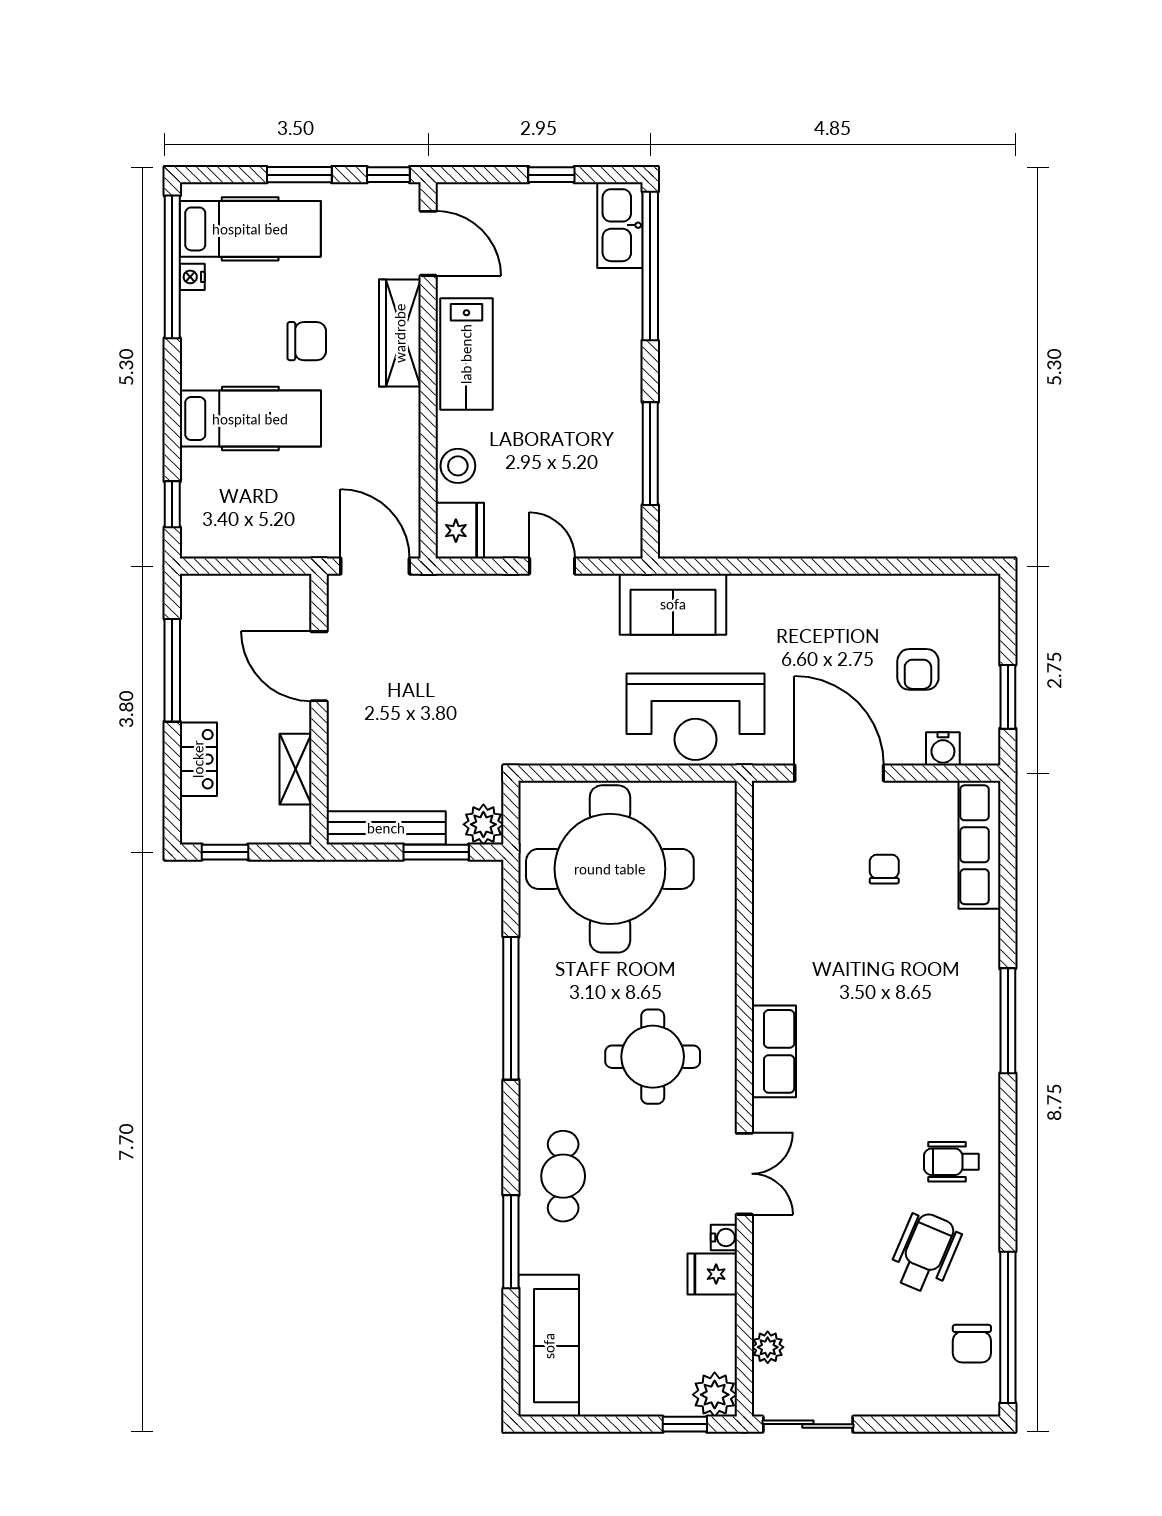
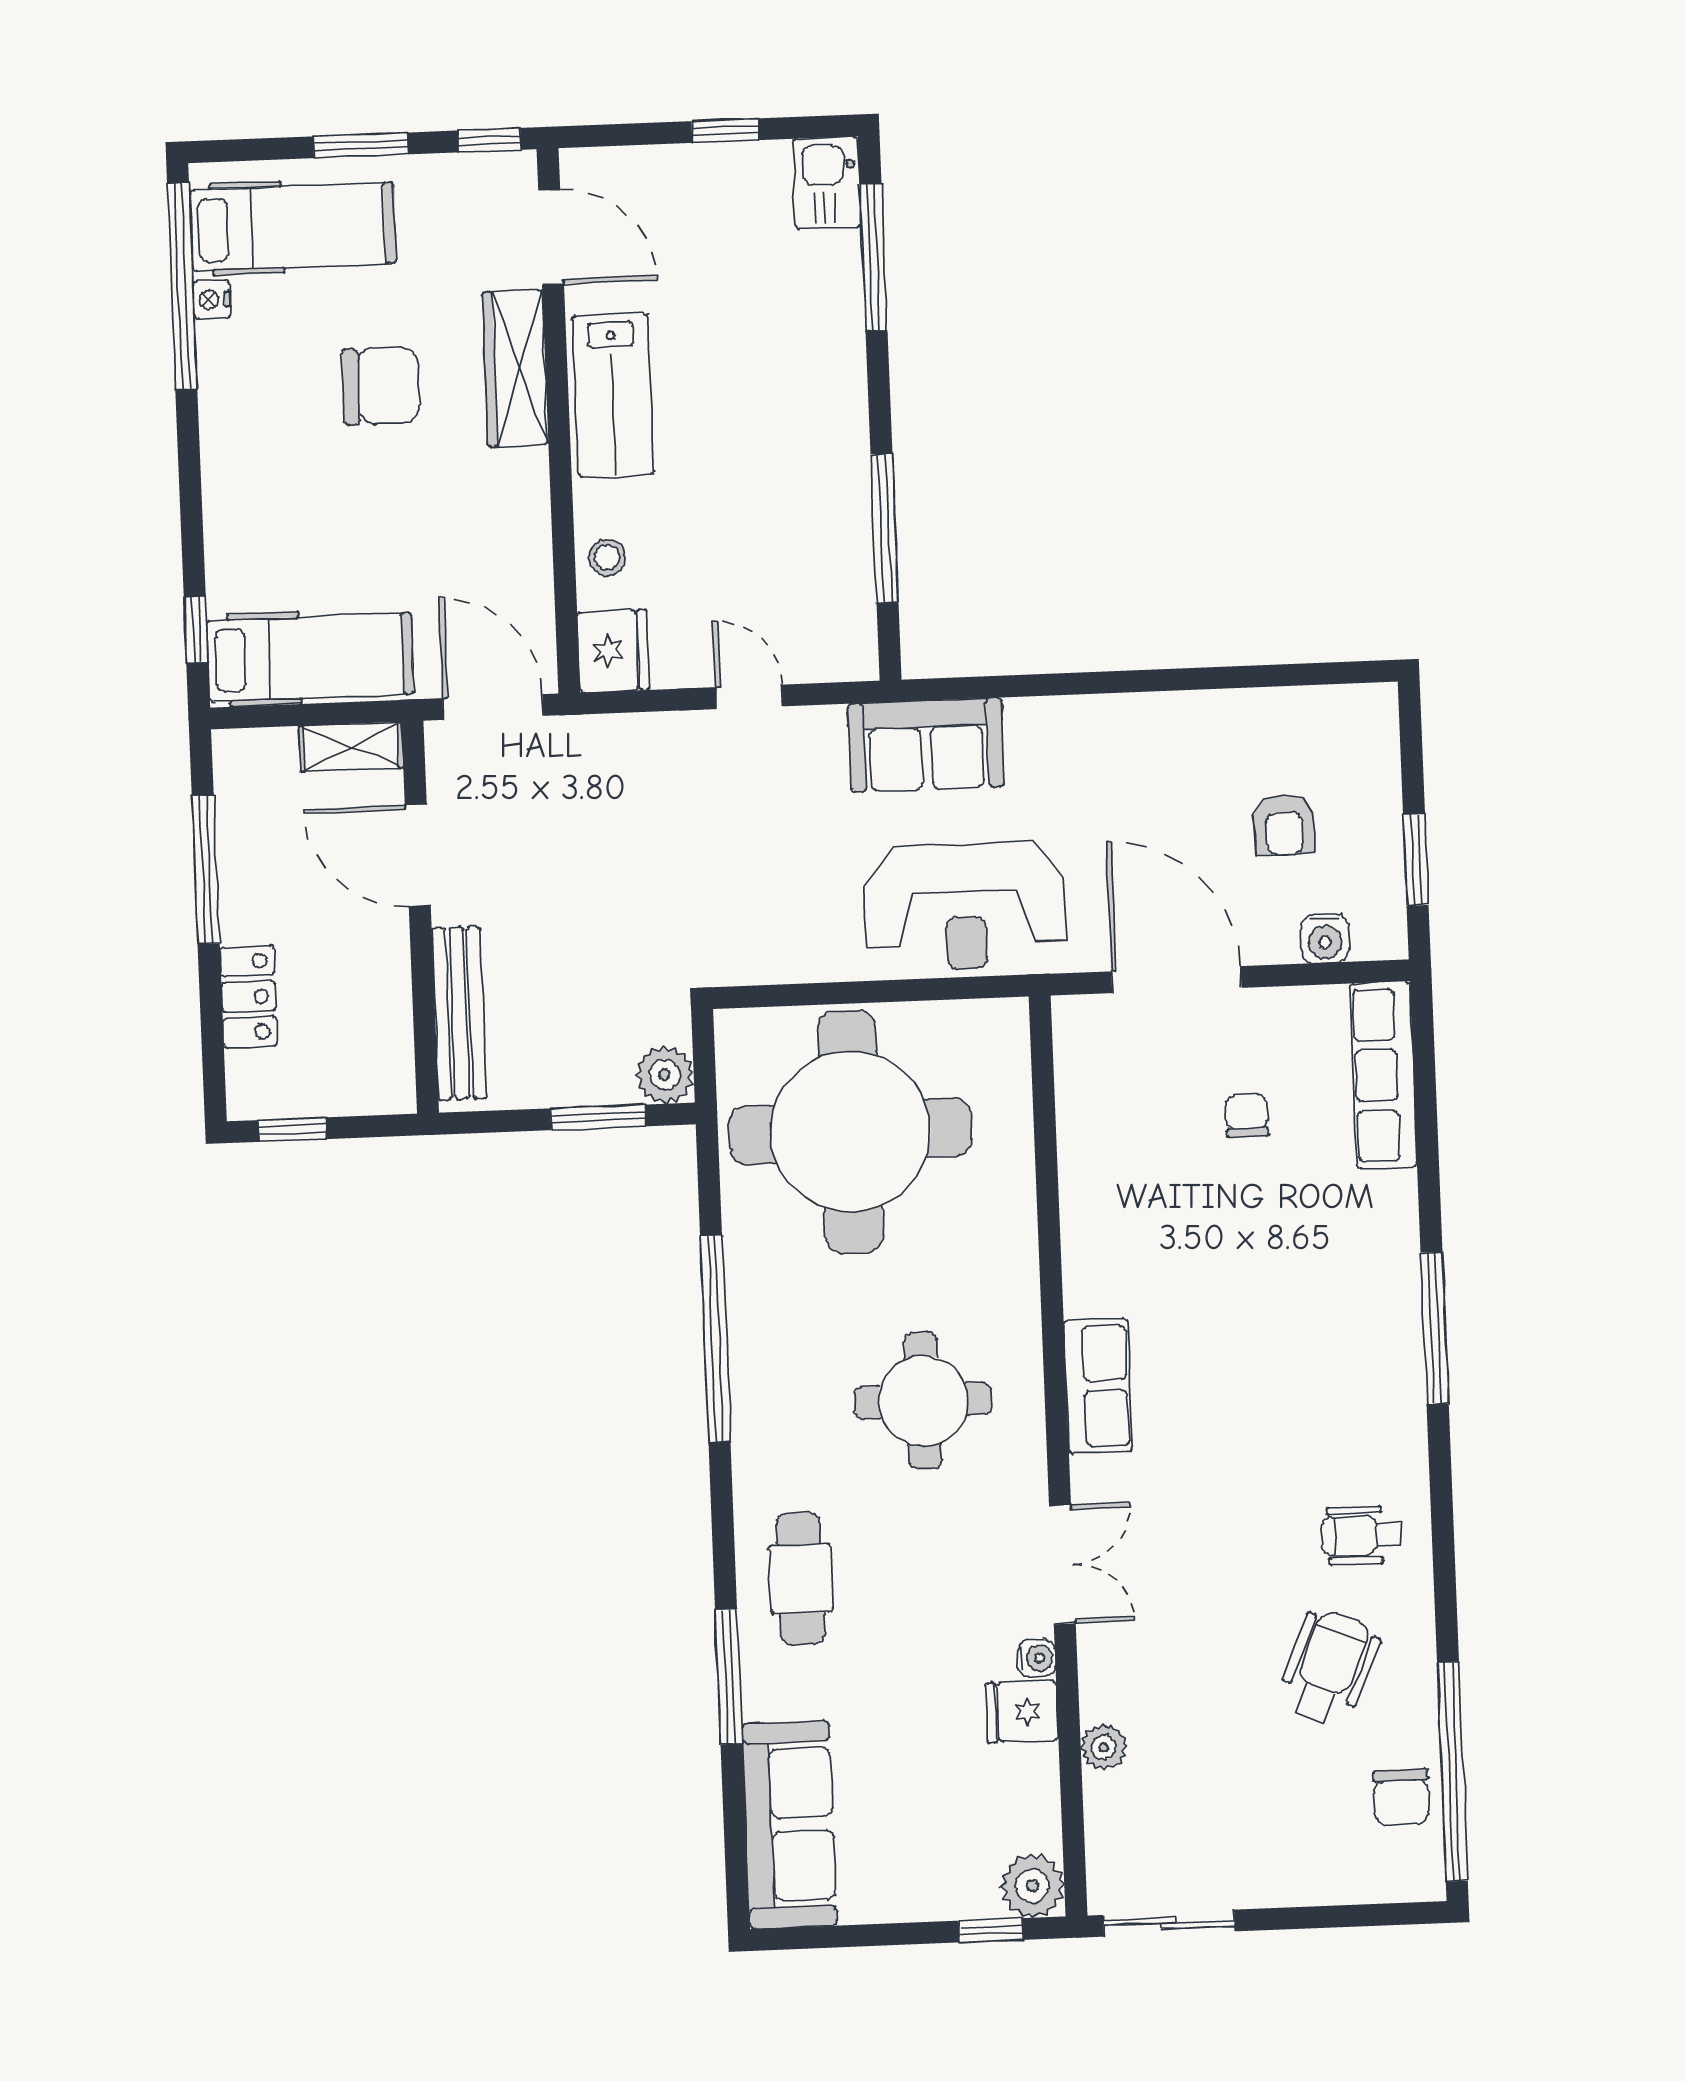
kitchen sink: (620, 225) -> (827, 183), width x0.73
window: (650, 266) -> (874, 257), width x0.68
chair: (307, 341) -> (381, 386), width x1.37, depth x1.37
hospital bed: (250, 419) -> (310, 657), moved
stool: (458, 466) -> (607, 557), width x0.73, depth x0.73
shelving: (296, 769) -> (351, 747), moved, turned 90
bench: (386, 828) -> (459, 1013), moved, turned 90
plant: (768, 1347) -> (1104, 1747), moved

